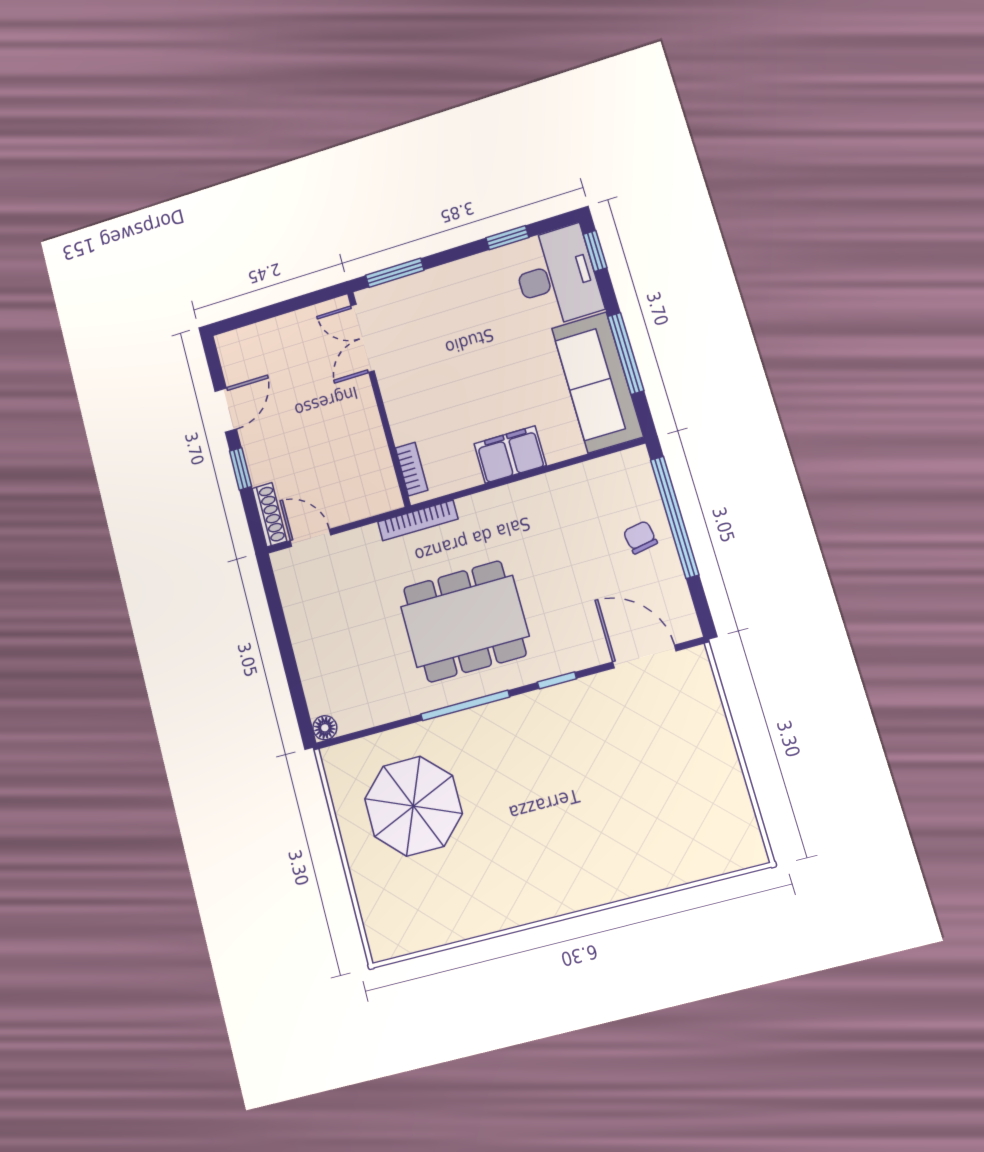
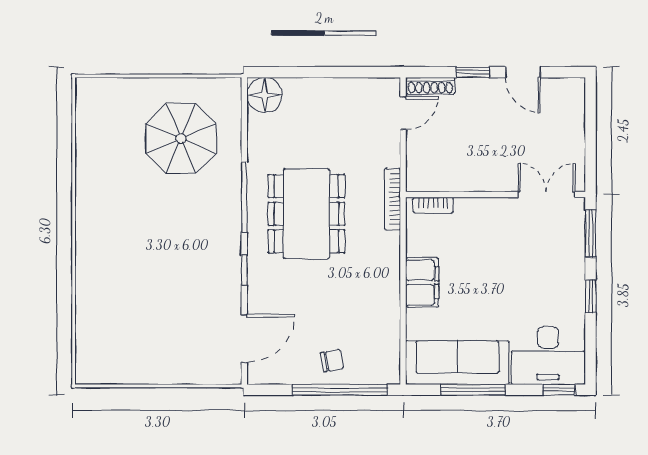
window: (507, 238) -> (591, 296), moved
floor lamp: (325, 728) -> (265, 95), width x1.89, depth x1.89

